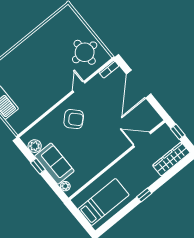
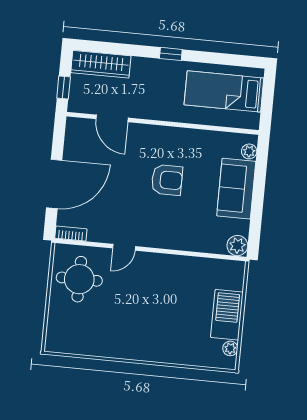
armchair: (74, 119) -> (167, 180), moved, turned 134
plant: (35, 146) -> (237, 246), moved
window: (38, 166) -> (257, 204), removed

